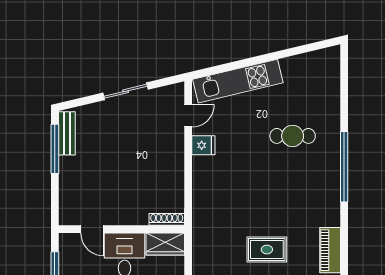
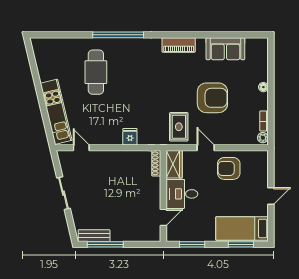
cafe table: (293, 136) -> (96, 72), width x1.37, depth x1.35
fridge: (203, 145) -> (130, 137), moved
rug: (267, 250) -> (179, 127), moved

